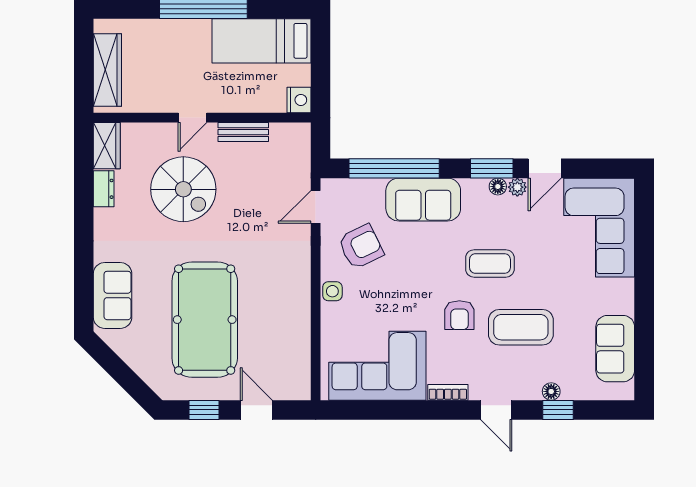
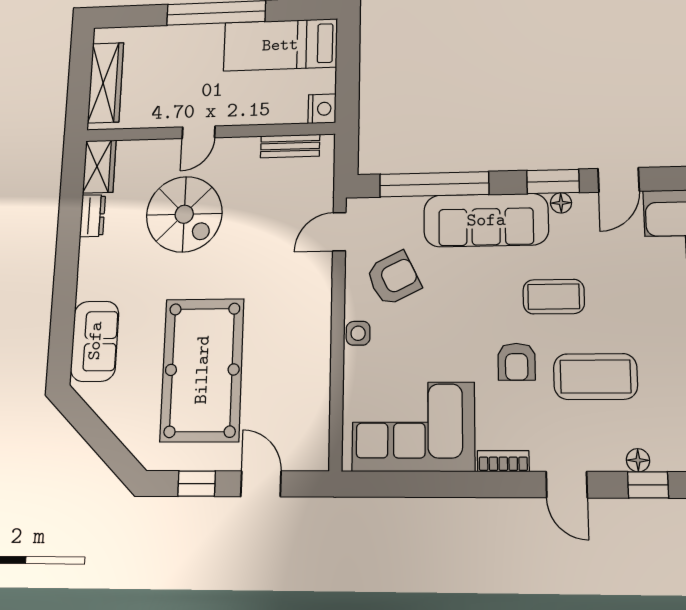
bench: (243, 132) -> (290, 146), moved
plant: (517, 187) -> (585, 203), removed
sofa: (423, 200) -> (486, 220), width x1.36

